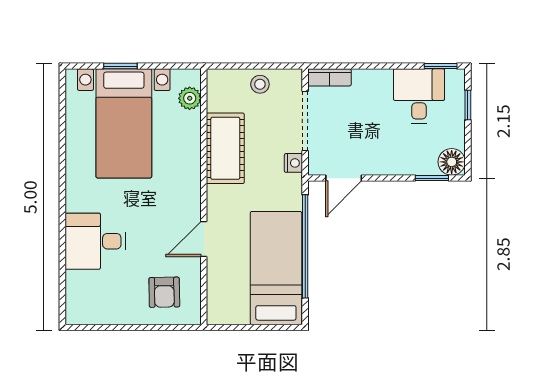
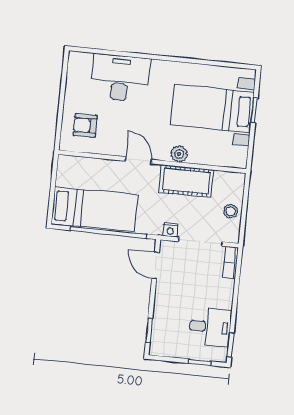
plant: (190, 98) -> (179, 154), moved
floor lamp: (452, 162) -> (159, 346), removed
door: (204, 239) -> (138, 160), moved
desk: (95, 241) -> (120, 78), width x1.37

